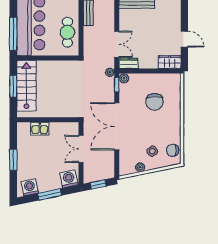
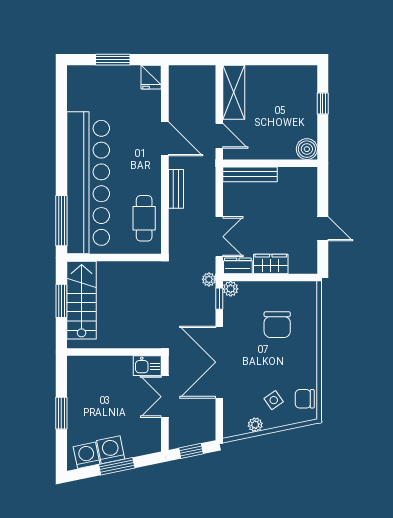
wardrobe: (170, 62) -> (271, 264), moved
kitchen sink: (40, 129) -> (147, 366), moved
washing machine: (69, 179) -> (111, 450), moved

